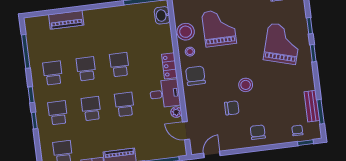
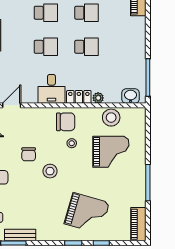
stool: (190, 52) -> (72, 143), moved
plant: (176, 112) -> (98, 98), moved

